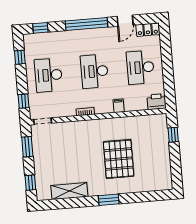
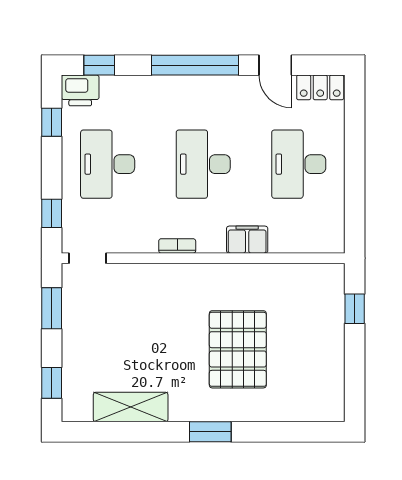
door: (125, 21) -> (275, 65), hinge flipped
printer: (157, 102) -> (80, 90), moved, turned 180
filing cabinet: (119, 106) -> (247, 240), width x2.00

